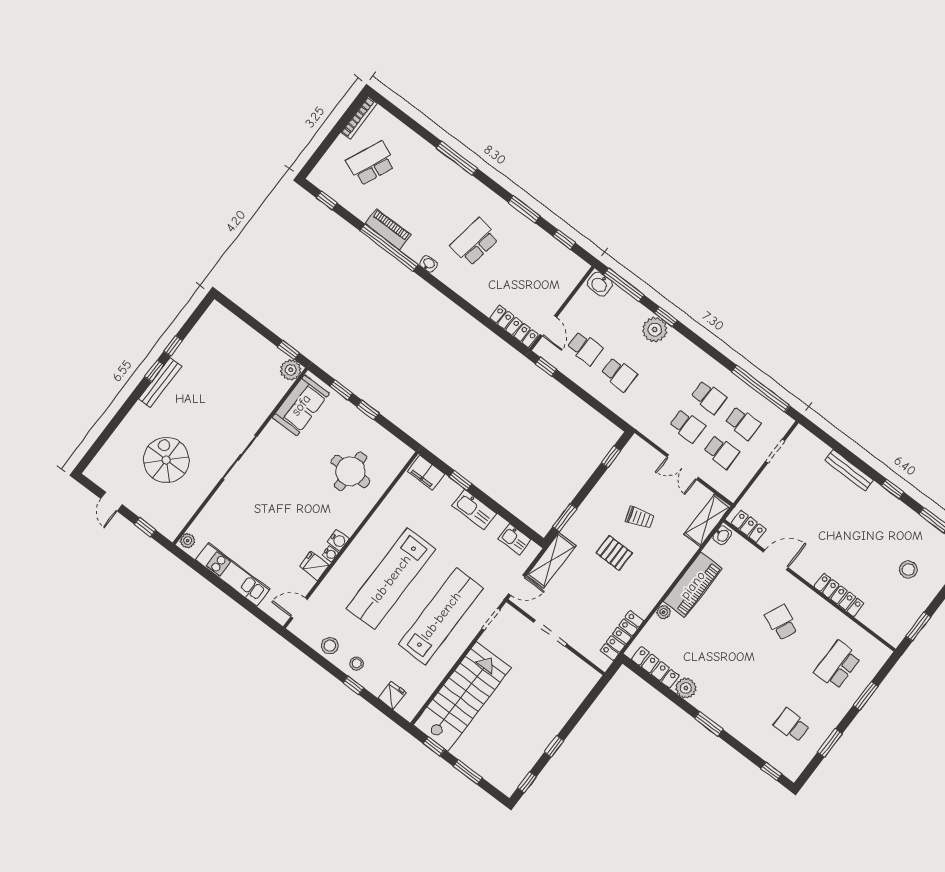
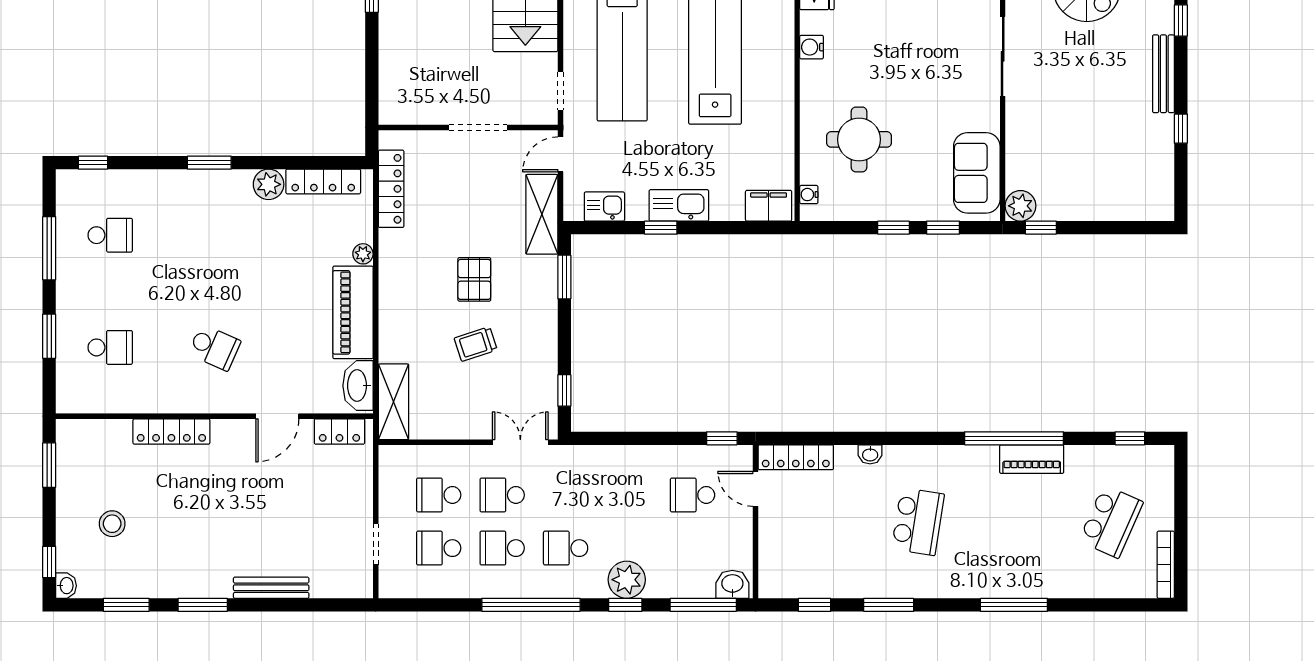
washbasin: (428, 264) -> (870, 454), moved
window: (154, 371) -> (1181, 21), moved
school desk: (619, 374) -> (566, 548), moved
window: (761, 389) -> (531, 605), moved
double door: (683, 467) -> (520, 442), moved
window: (461, 480) -> (661, 228), moved
window: (893, 489) -> (203, 605), width x1.50
washbasin: (722, 535) -> (358, 386), width x1.91, depth x1.45
pallet: (614, 553) -> (474, 279), turned 90
water cooler: (330, 554) -> (809, 195), moved
school desk: (837, 665) -> (110, 347), width x0.54
window: (830, 743) -> (49, 248), width x1.44

